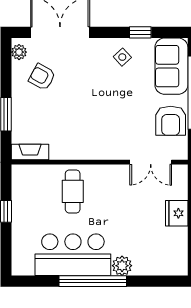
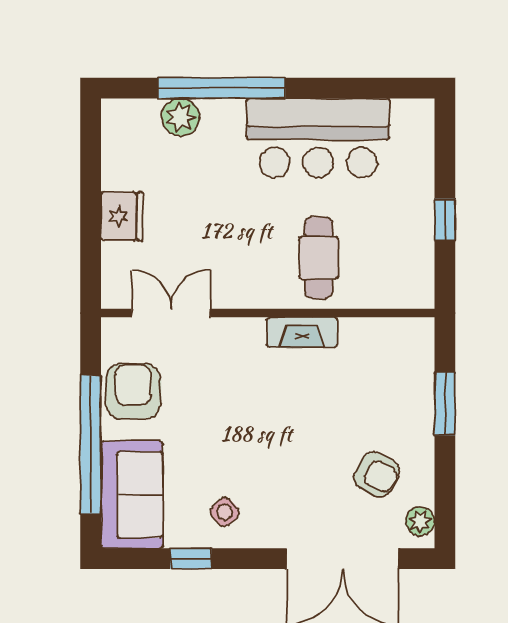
fireplace: (30, 152) -> (302, 332), moved
plant: (122, 266) -> (181, 117), moved
window: (93, 281) -> (222, 88), moved

